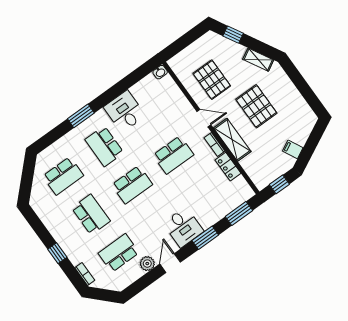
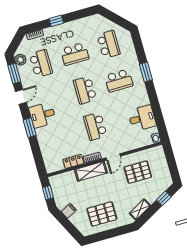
pallet: (256, 106) -> (102, 214), moved
desk: (125, 111) -> (142, 118), moved
school desk: (104, 146) -> (119, 81), turned 180
school desk: (63, 176) -> (109, 44), turned 180
window: (239, 213) -> (14, 74), moved
door: (170, 263) -> (21, 97), hinge flipped
plant: (147, 264) -> (20, 60), moved

